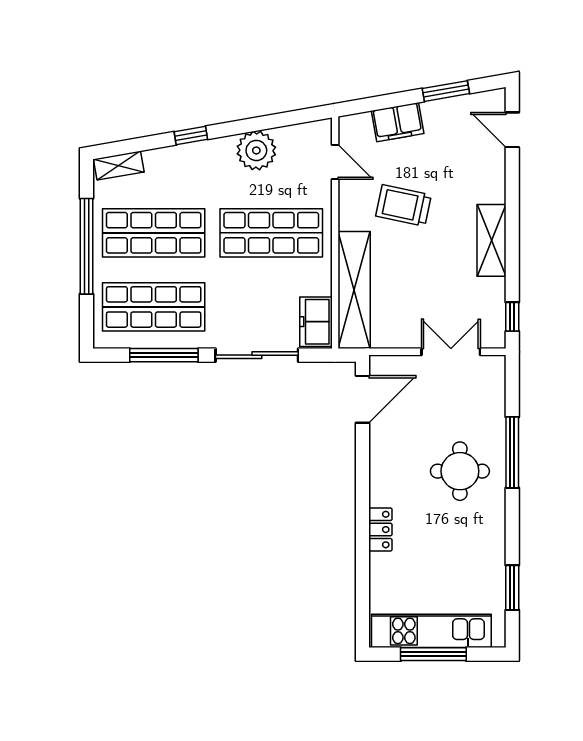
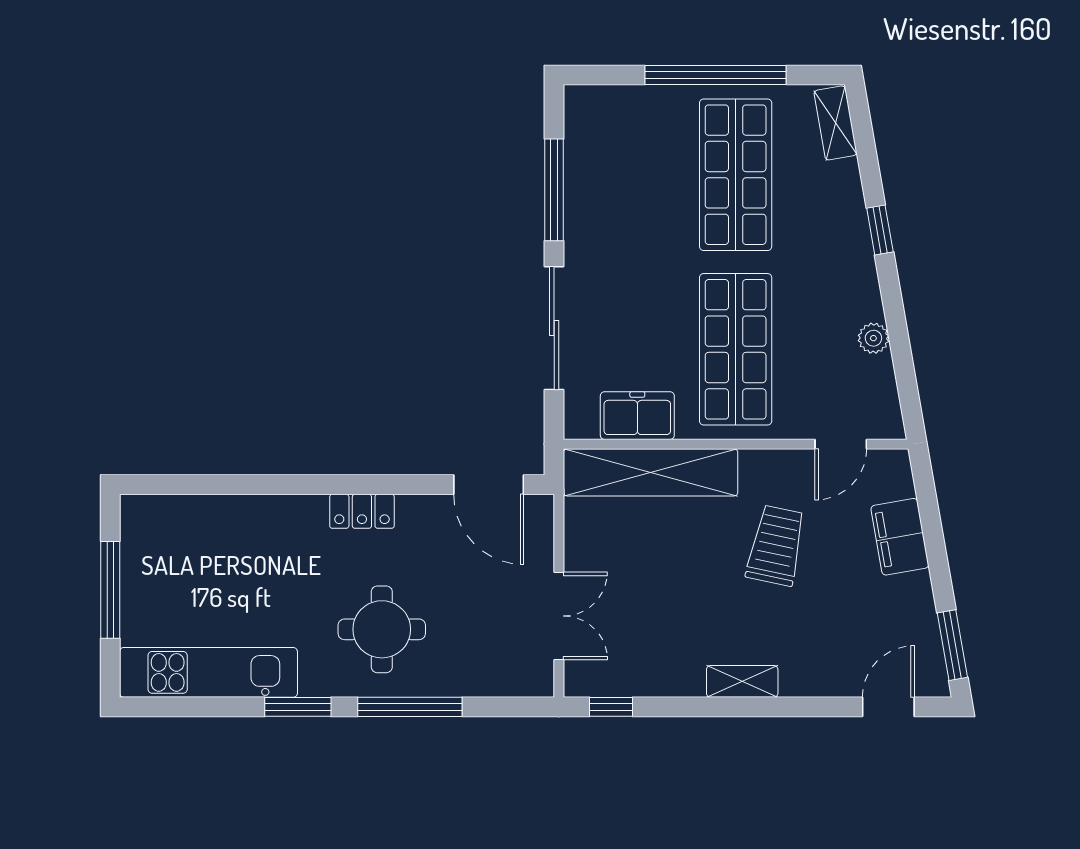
window: (446, 91) -> (952, 645), moved
plant: (256, 150) -> (873, 338), width x0.53, depth x0.53
shelving: (491, 240) -> (742, 681), width x0.67, depth x0.75
shop shelf: (154, 307) -> (626, 175), removed
freezer: (316, 322) -> (637, 416), moved
locker: (380, 530) -> (362, 511), moved
window: (512, 588) -> (298, 707), moved
kitchen unit: (431, 631) -> (208, 672), moved, turned -90

